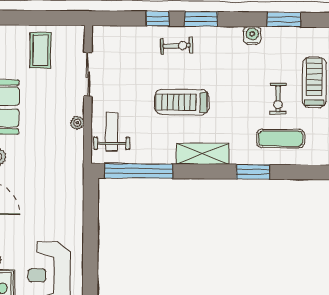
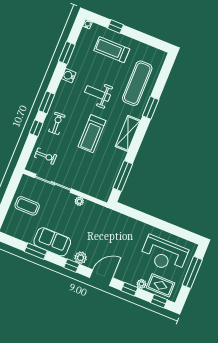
sliding door: (88, 74) -> (53, 183), width x1.37
exercise bike: (278, 99) -> (46, 156), moved
weight bench: (112, 132) -> (98, 94), moved
exercise mat: (281, 139) -> (137, 83), width x1.36, depth x1.45
window: (139, 171) -> (123, 176), width x0.68

